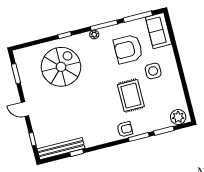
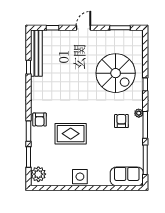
armchair: (128, 49) -> (121, 121), moved, width x0.53, depth x0.53
side table: (153, 71) -> (80, 177), moved

